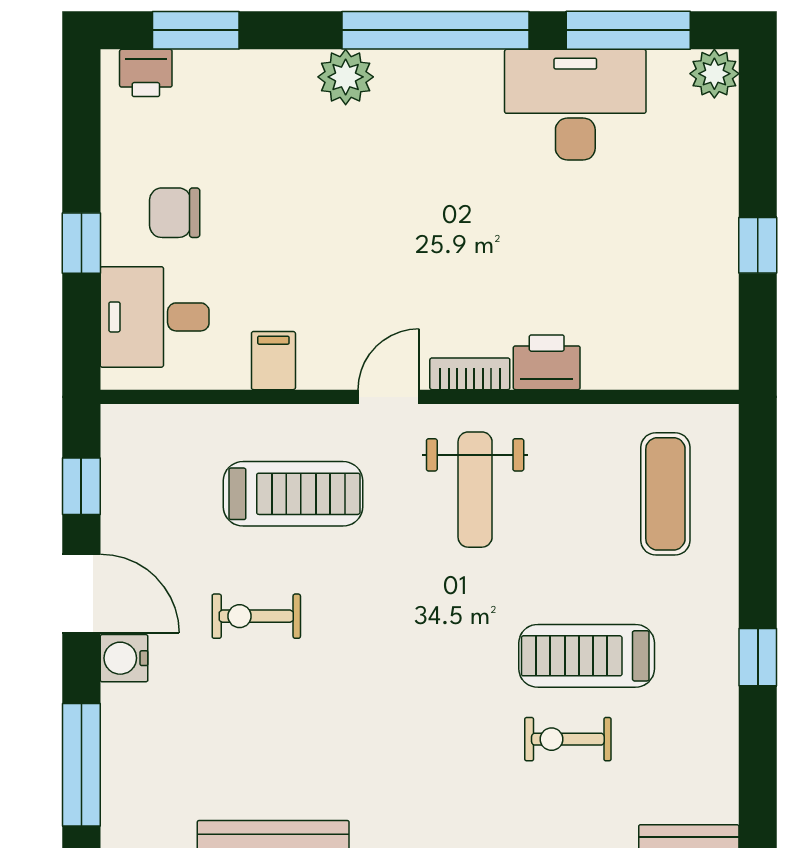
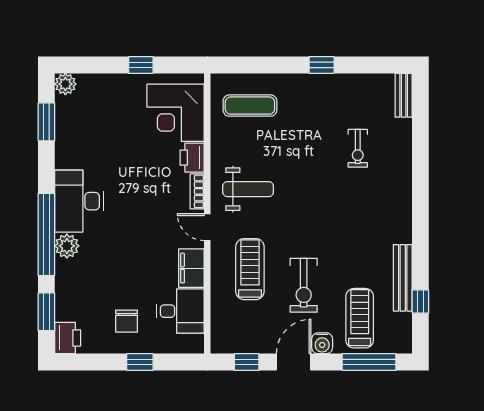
window: (436, 30) -> (46, 235), moved
window: (628, 30) -> (46, 122), width x0.69
printer: (146, 73) -> (68, 338), width x1.36, depth x1.24
desk: (575, 105) -> (79, 201), moved
desk: (155, 317) -> (180, 311), moved, turned -90
corner desk: (649, 325) -> (176, 113), added
filing cabinet: (273, 361) -> (191, 268), width x2.00
exercise bike: (256, 616) -> (304, 285), width x1.38, depth x1.39
treadmill: (587, 656) -> (360, 318), moved, turned 180

